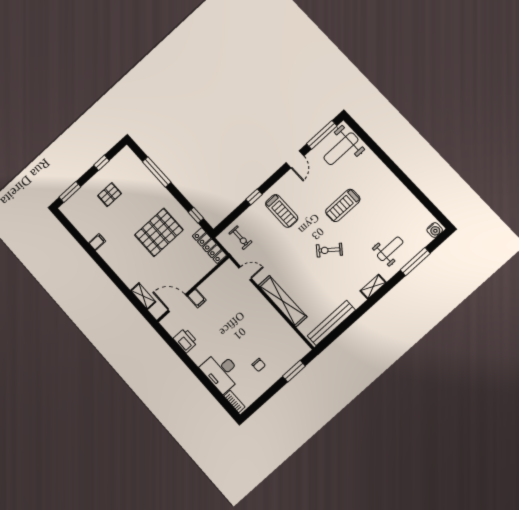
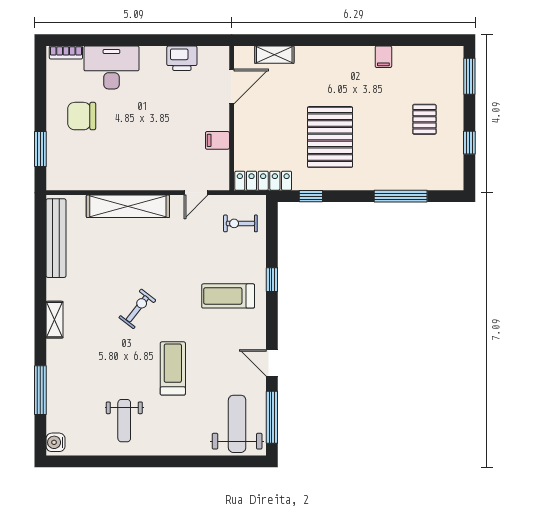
weight bench: (390, 249) -> (124, 421), moved
filing cabinet: (197, 298) -> (217, 140), moved
chair: (259, 365) -> (82, 116), width x1.87, depth x1.87

